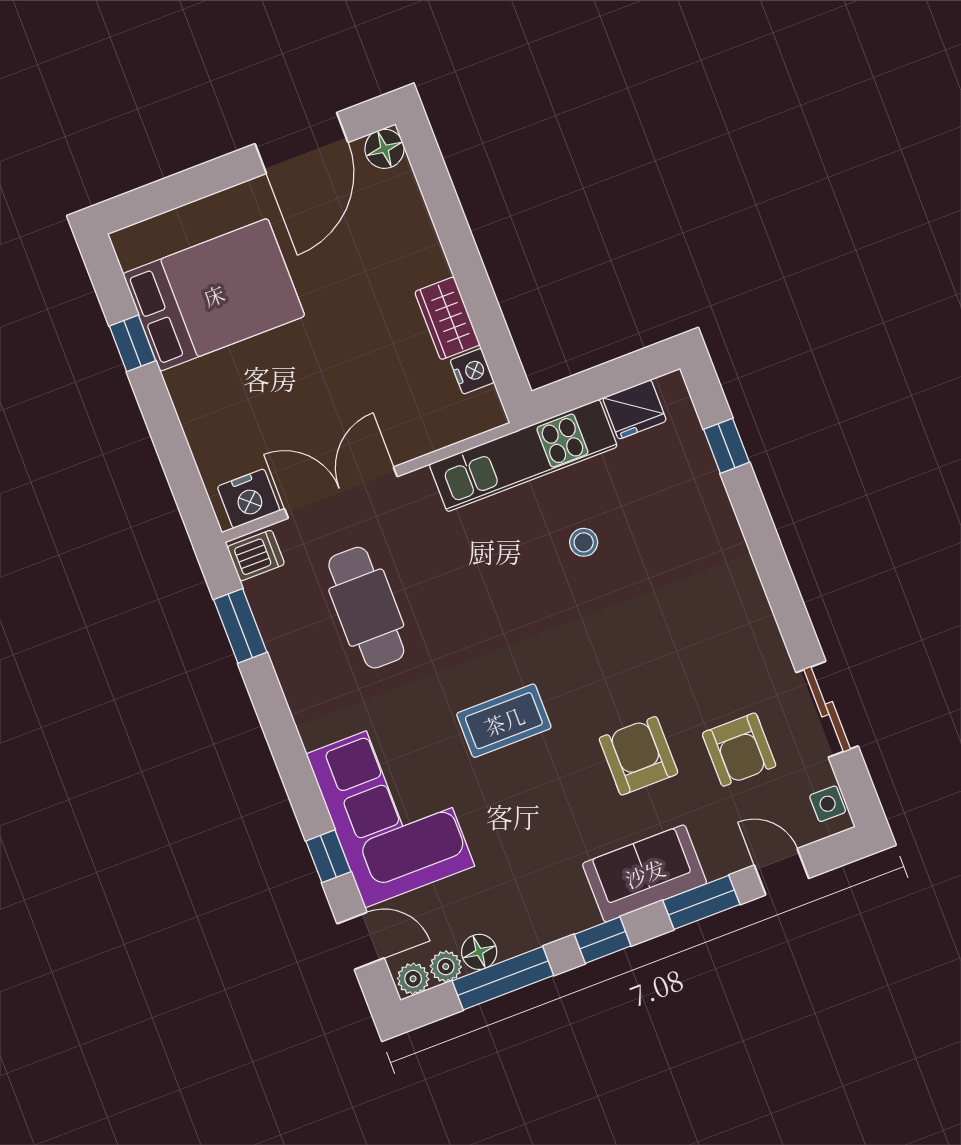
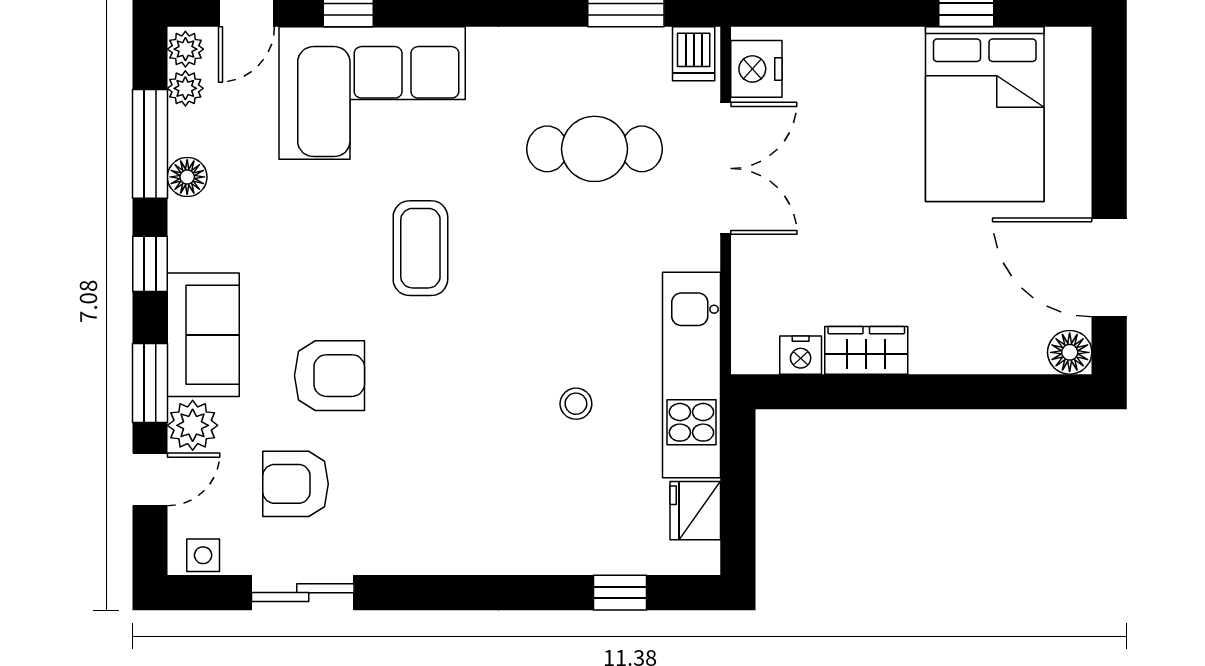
plant: (723, 854) -> (193, 425), added
floor lamp: (479, 952) -> (187, 177), moved

